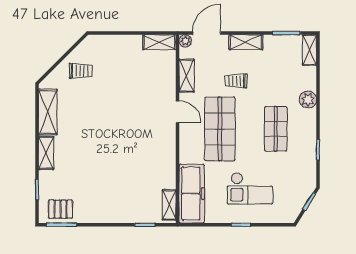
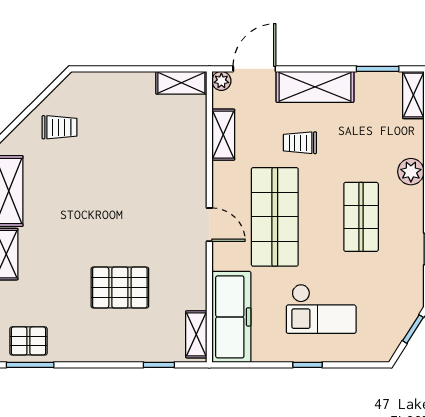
shelving: (246, 42) -> (315, 87), width x1.50, depth x1.33
door: (178, 112) -> (209, 225), moved
pallet: (120, 175) -> (120, 288), added

